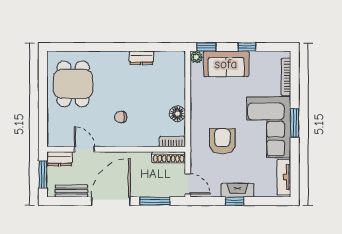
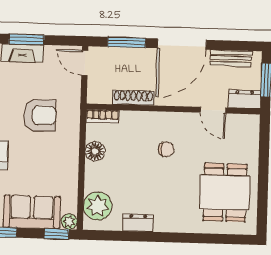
plant: (174, 70) -> (98, 206), added
armchair: (222, 141) -> (40, 115), turned -90
shoe rack: (169, 157) -> (133, 98), moved
window: (235, 201) -> (26, 39), width x1.50

